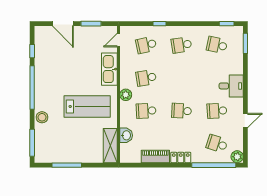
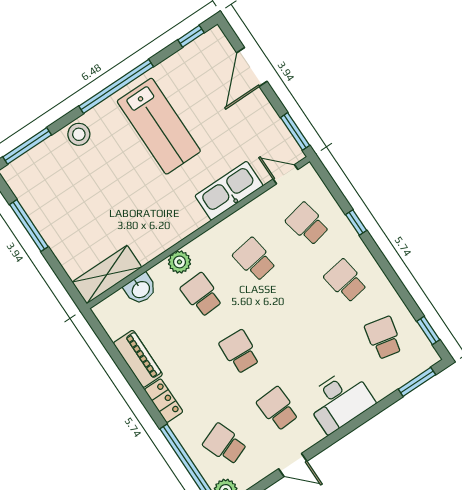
window: (91, 24) -> (295, 131), moved
window: (32, 51) -> (191, 36), moved
desk: (231, 86) -> (340, 400), width x1.37
plant: (126, 95) -> (179, 262), moved
lab bench: (87, 106) -> (159, 126), moved
school desk: (217, 144) -> (225, 444), turned -39

